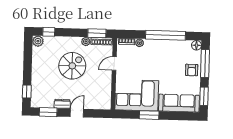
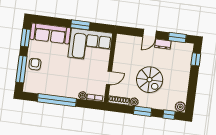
window: (97, 33) -> (143, 111), moved
floor lamp: (196, 45) -> (28, 88), removed
spiral stairs: (72, 66) -> (150, 80), turned -90

